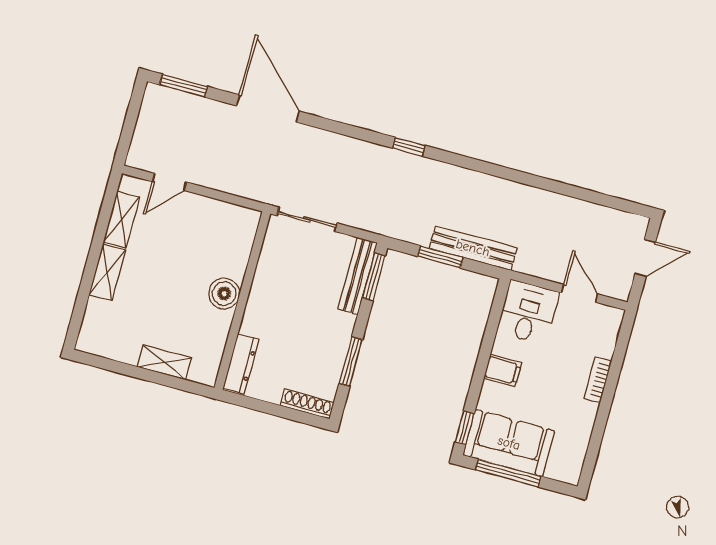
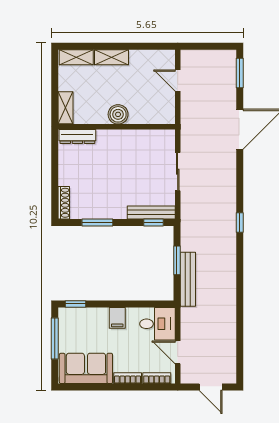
shelving: (121, 220) -> (76, 57), moved
window: (374, 277) -> (153, 223), width x0.67
door: (580, 293) -> (178, 352), swing flipped
boiler: (224, 294) -> (118, 114), moved
wall: (242, 301) -> (117, 127), moved
bookcase: (610, 336) -> (157, 378), added
dresser: (241, 364) -> (77, 136), moved
sofa: (509, 443) -> (86, 368), moved, turned -90

